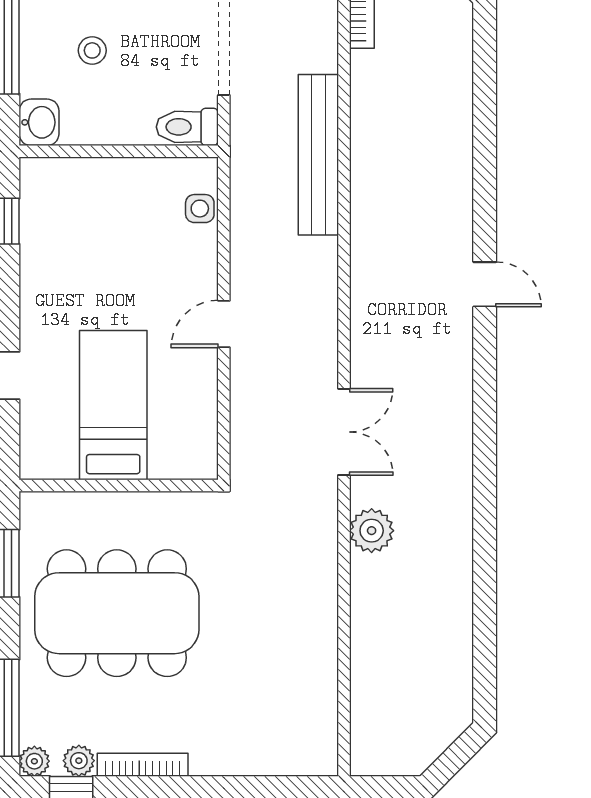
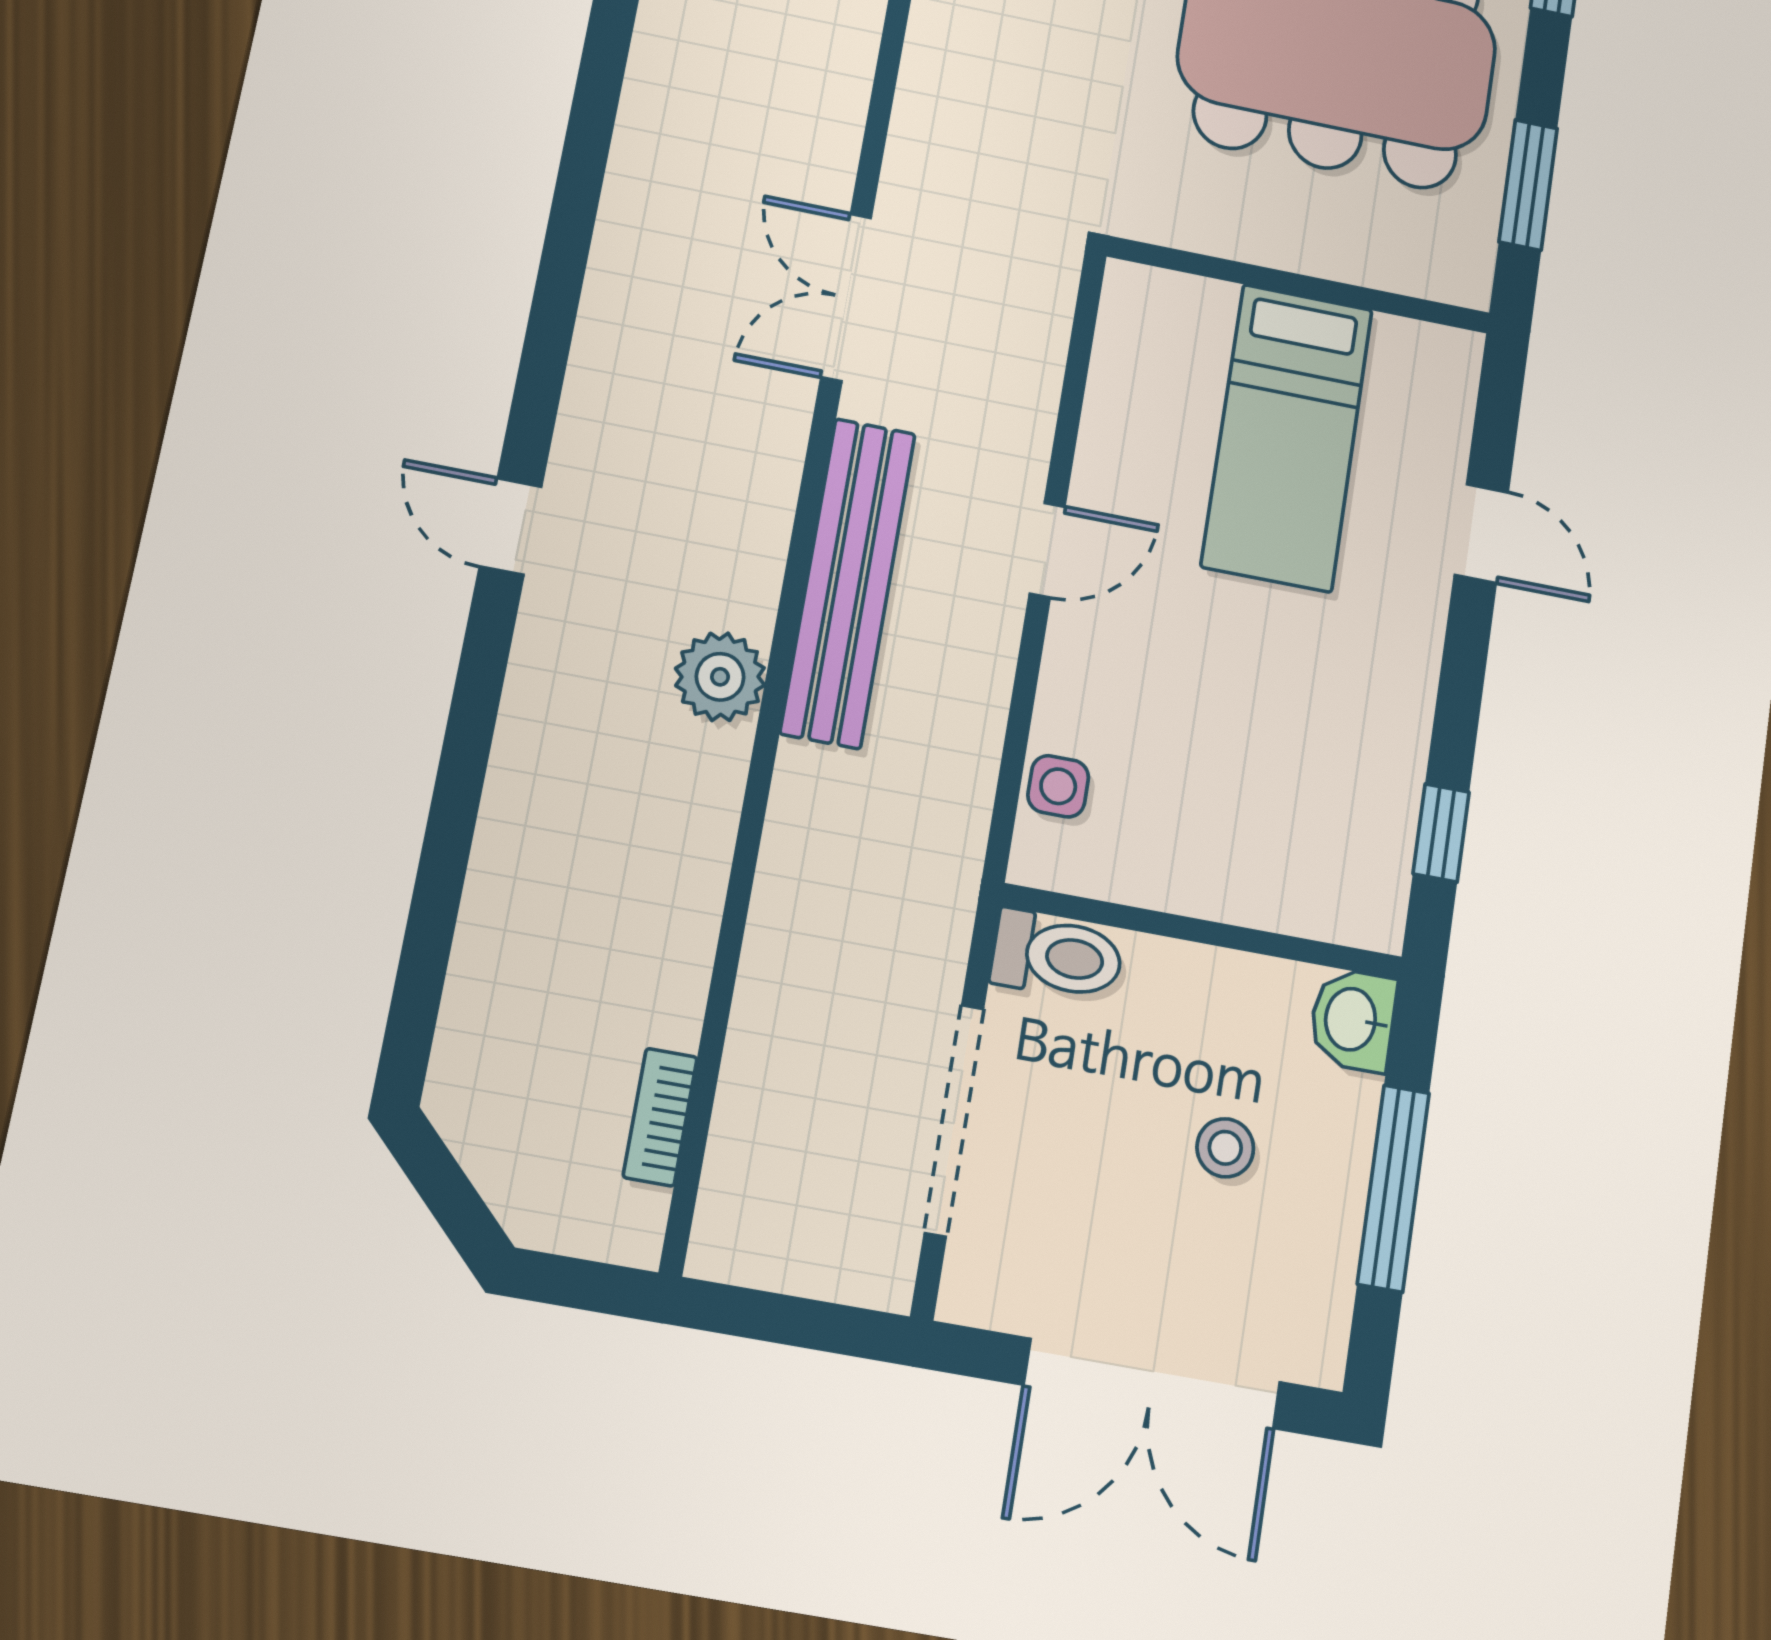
bench: (318, 155) -> (848, 582), moved
plant: (372, 531) -> (720, 677), moved

